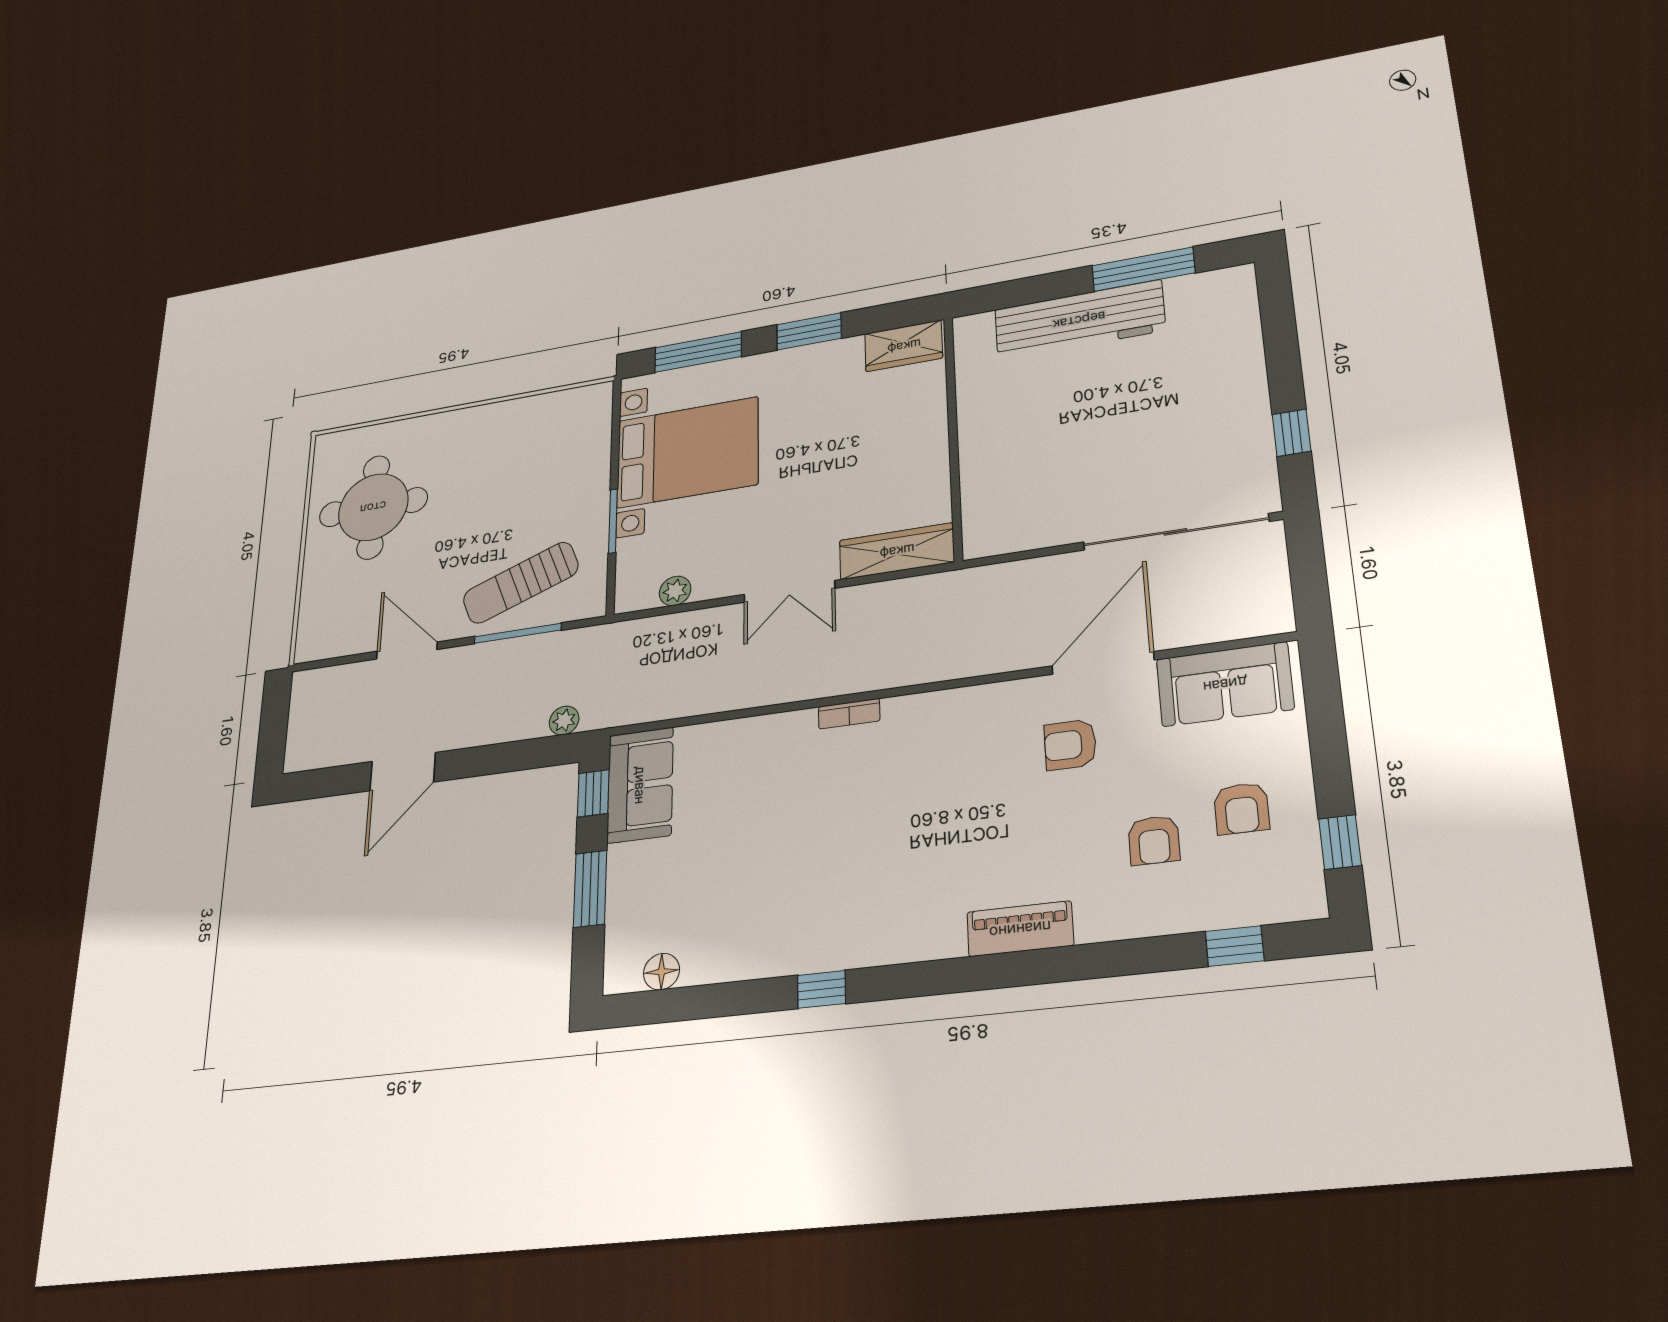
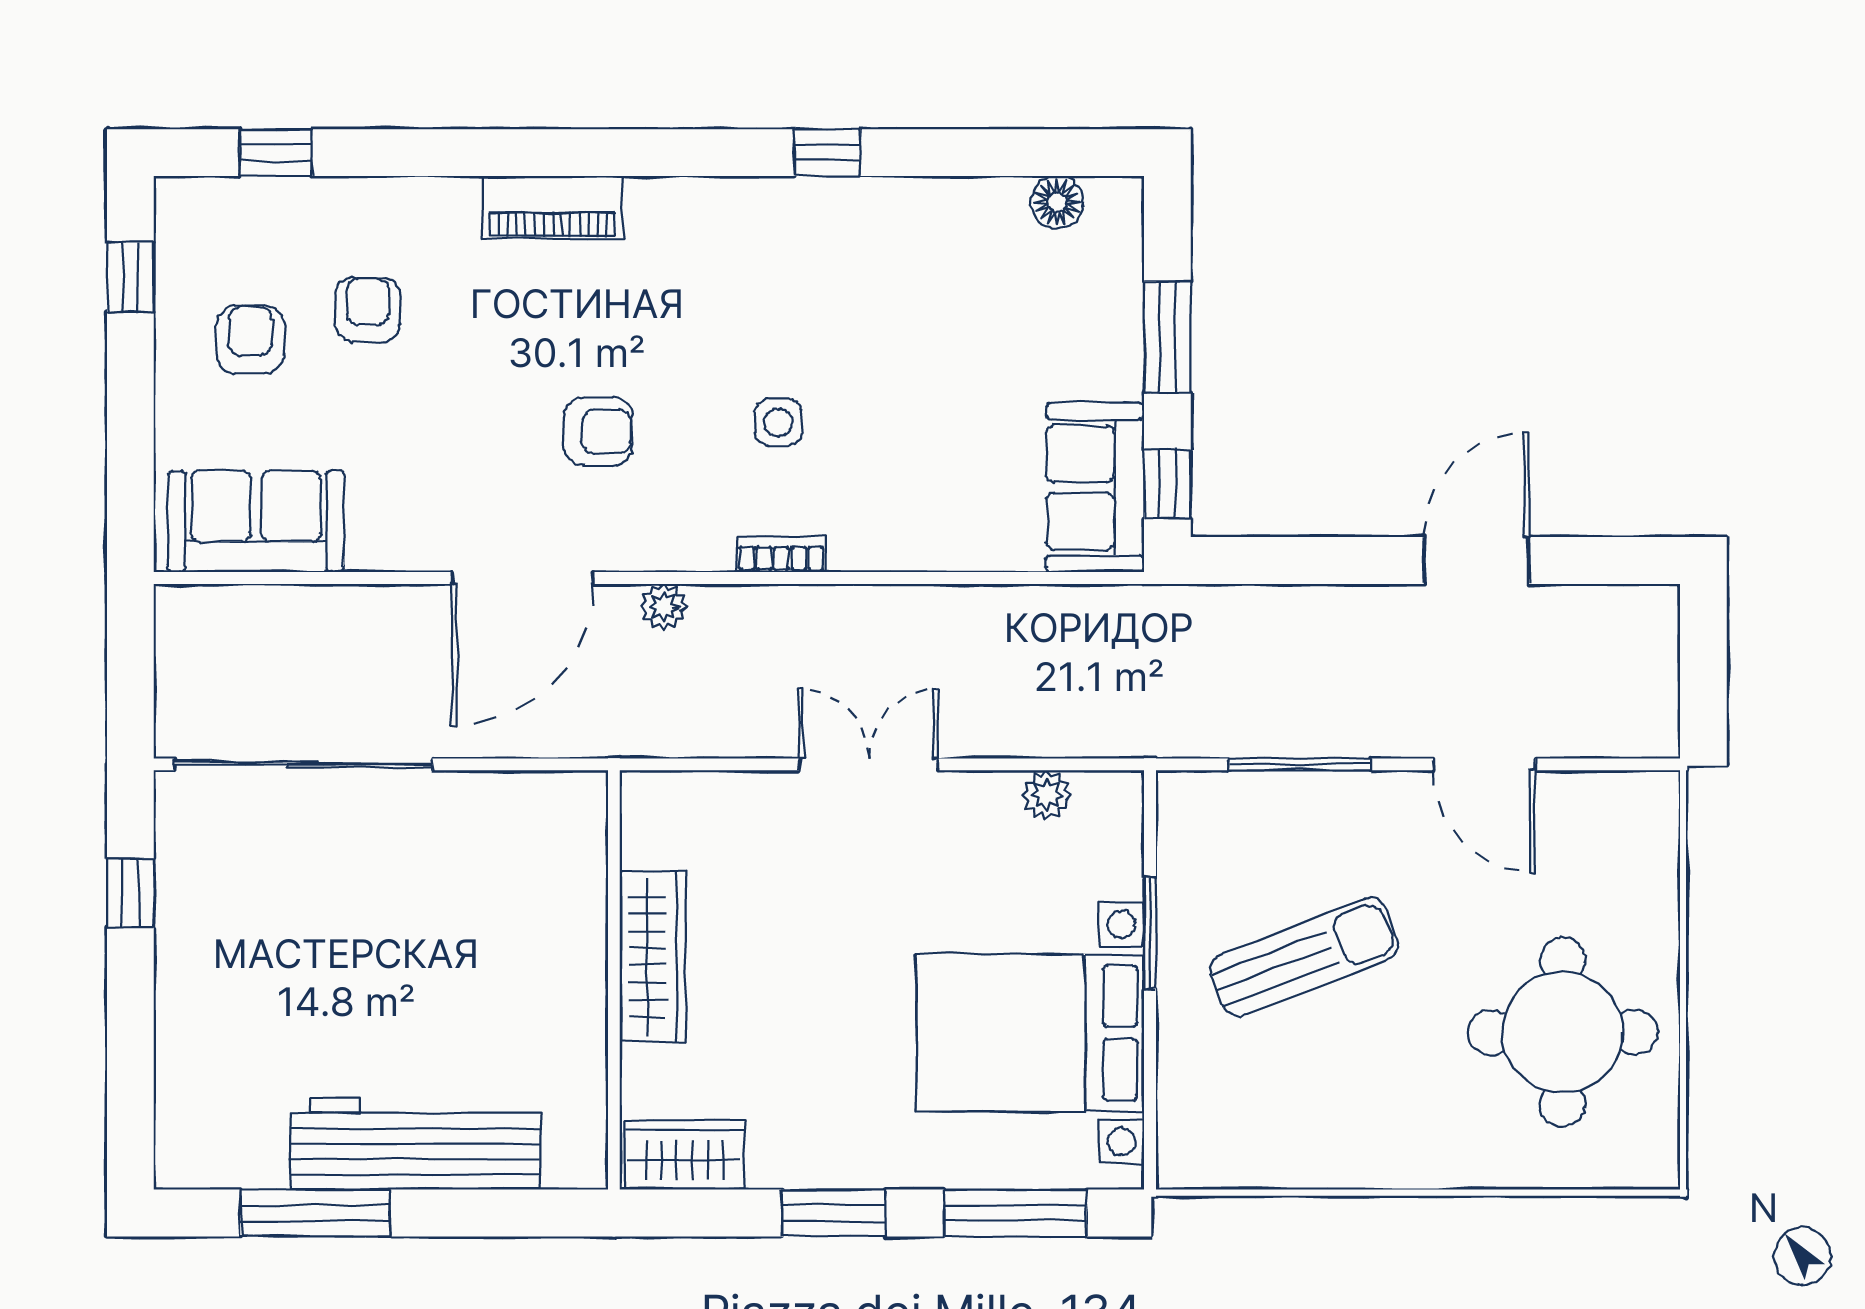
wardrobe: (897, 551) -> (653, 957), moved, turned -90
sun lounger: (521, 583) -> (1304, 957), moved
door: (1103, 663) -> (523, 578), moved
plant: (564, 721) -> (663, 607), moved
armchair: (1070, 745) -> (598, 431), moved
side table: (853, 800) -> (779, 422), added

